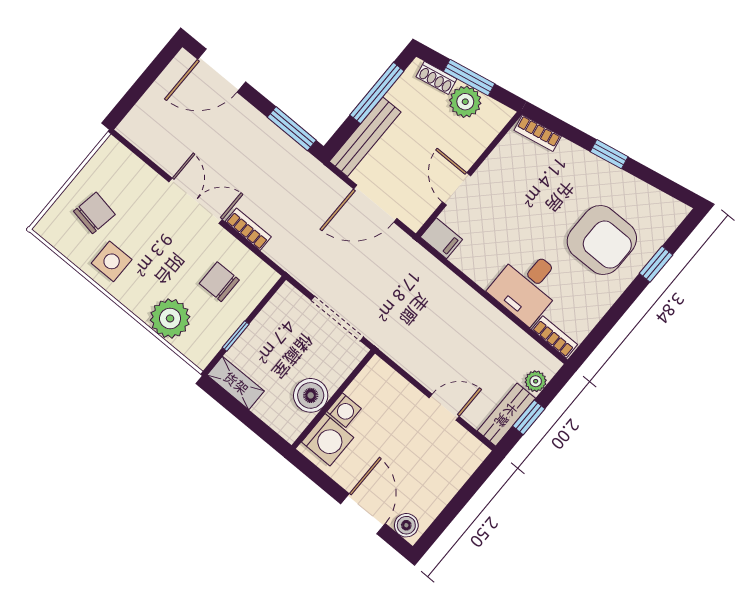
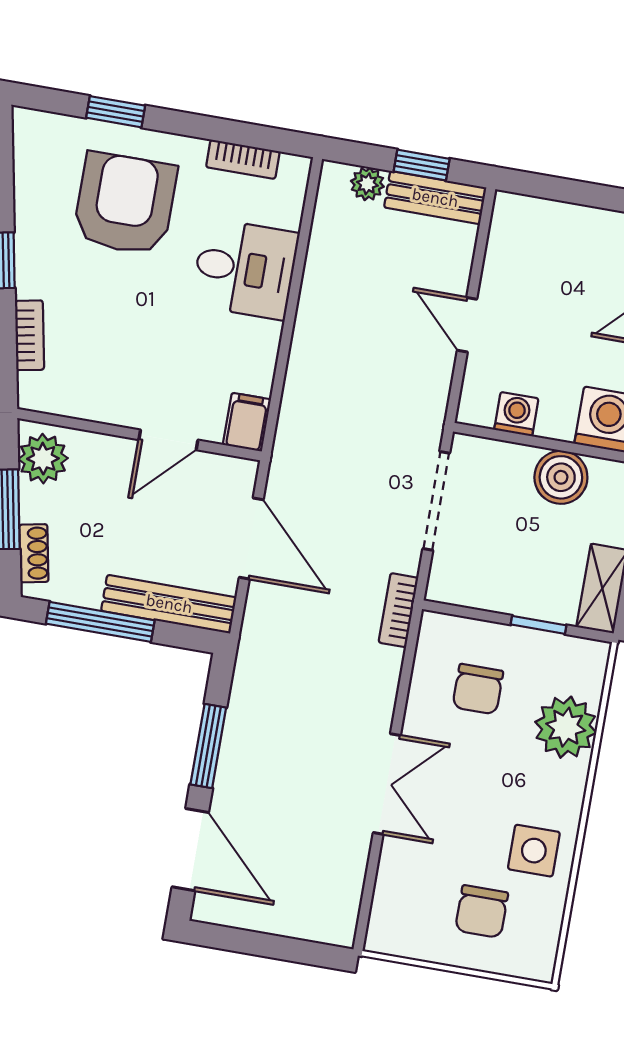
plant: (465, 102) -> (43, 459), moved
window: (292, 129) -> (208, 746), moved
bookcase: (538, 133) -> (30, 335), moved
double door: (195, 201) -> (387, 784), swing flipped
chair: (94, 213) -> (482, 911), turned -100
bookcase: (248, 229) -> (398, 610), moved
bookcase: (554, 337) -> (243, 159), moved, turned -90
door: (444, 407) -> (467, 325), moved
washing machine: (344, 410) -> (516, 414), moved

